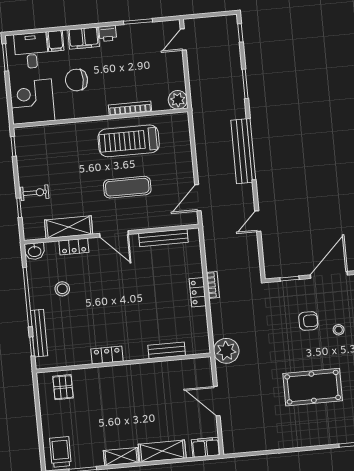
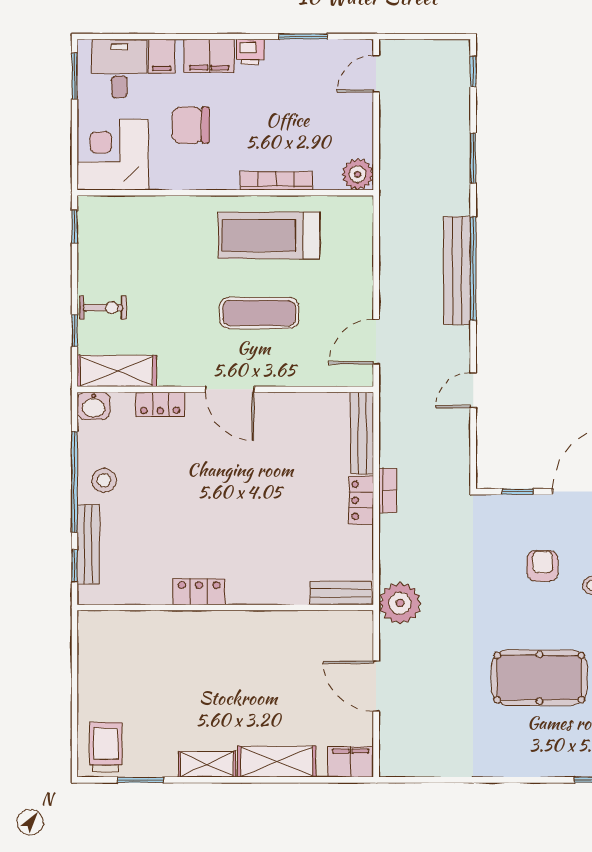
shelving: (69, 227) -> (117, 371), moved
bench: (163, 238) -> (362, 433), moved, turned 90
stool: (62, 289) -> (104, 480), moved
armchair: (308, 321) -> (542, 566), turned -90
bench: (167, 350) -> (341, 593), moved
pallet: (63, 387) -> (120, 639), removed

